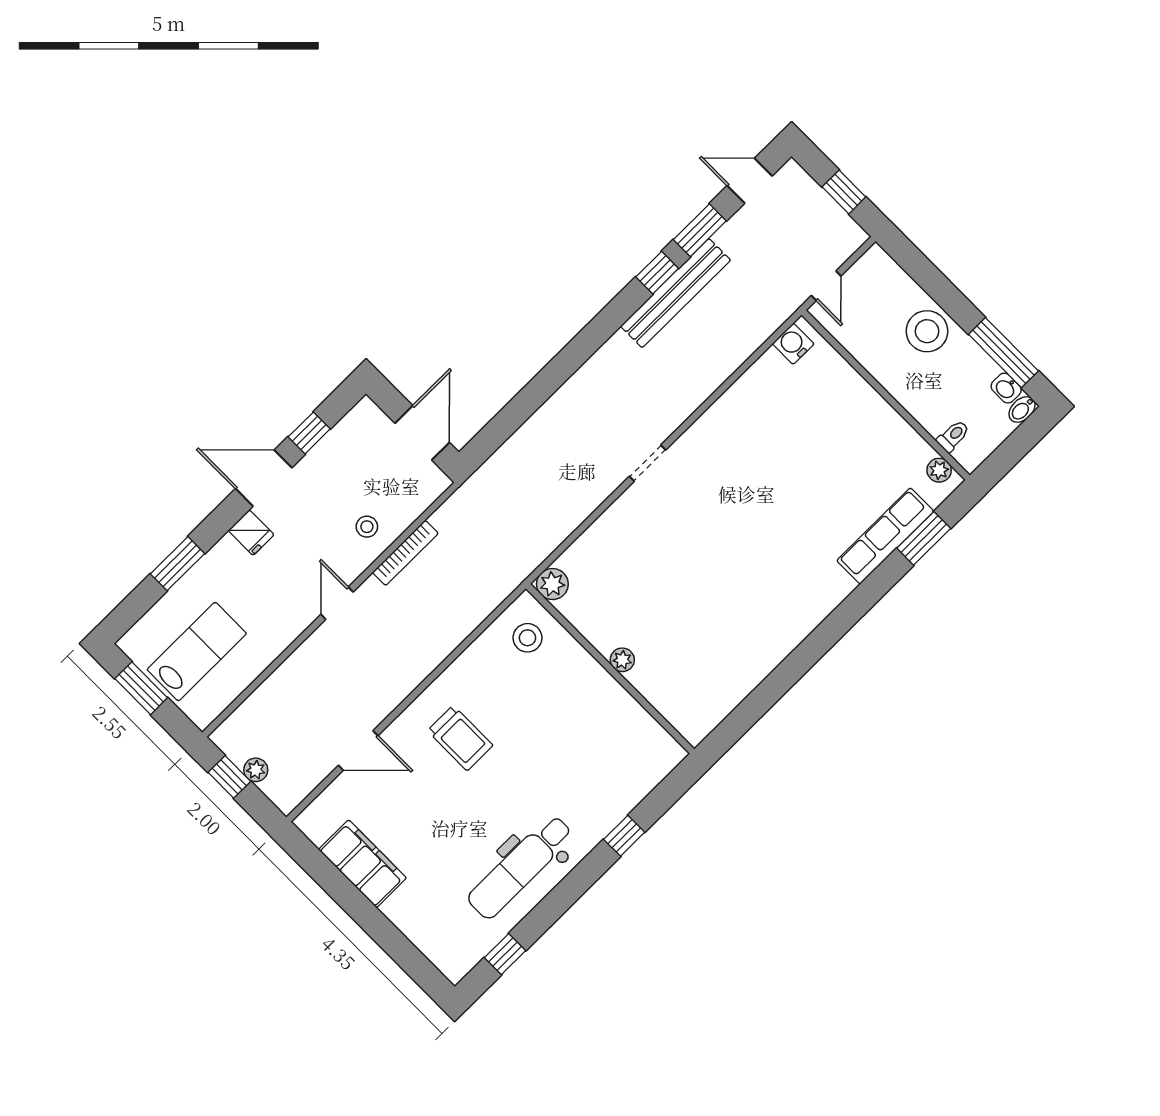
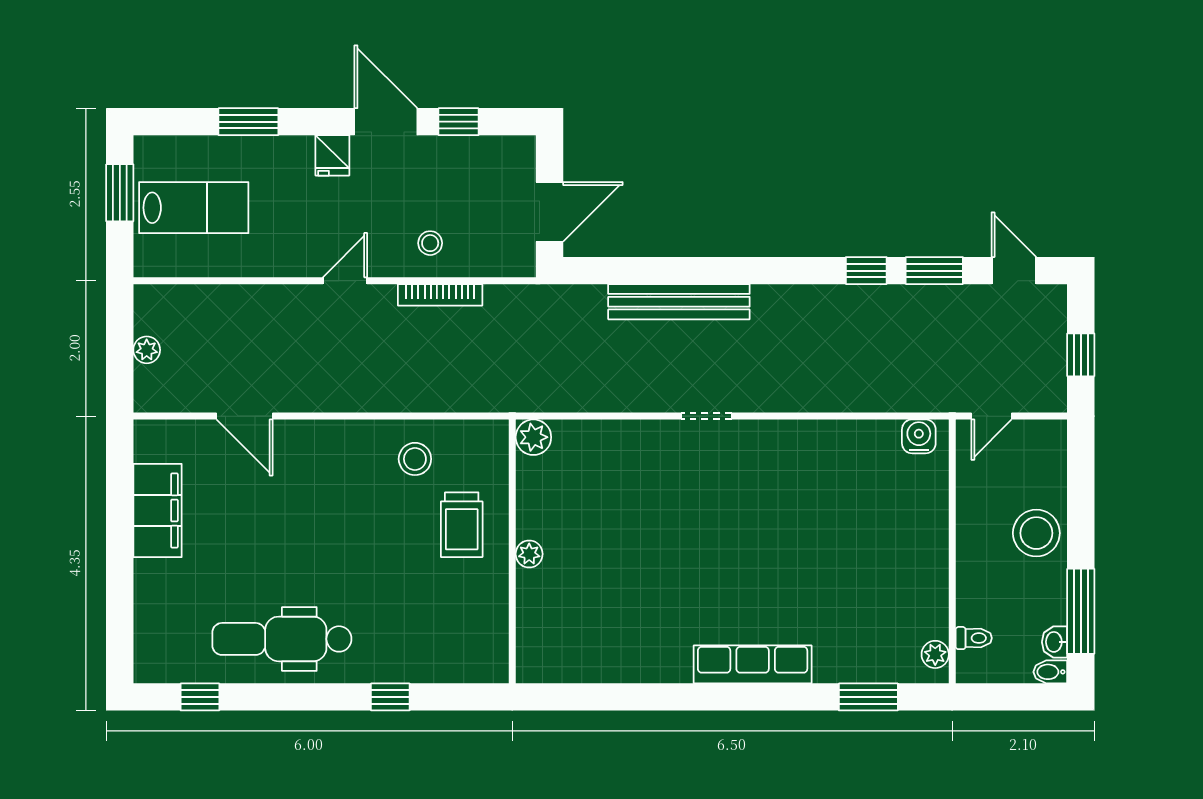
bench: (676, 293) -> (679, 302), moved
row of seats: (885, 536) -> (753, 664), moved
stool: (527, 638) -> (415, 459), moved
trolley: (460, 738) -> (462, 525), moved
window: (229, 777) -> (120, 334), removed

